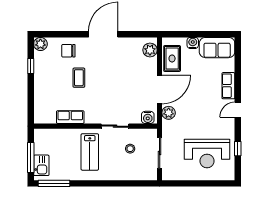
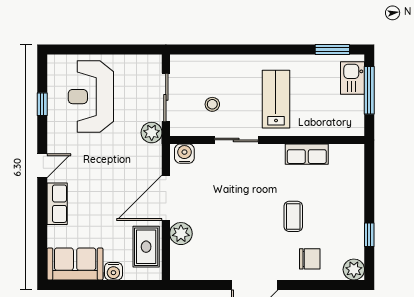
plant: (150, 50) -> (181, 234), moved
plant: (169, 113) -> (152, 133), moved
reception desk: (207, 154) -> (91, 97), turned -90
window: (54, 183) -> (332, 49), width x0.69

